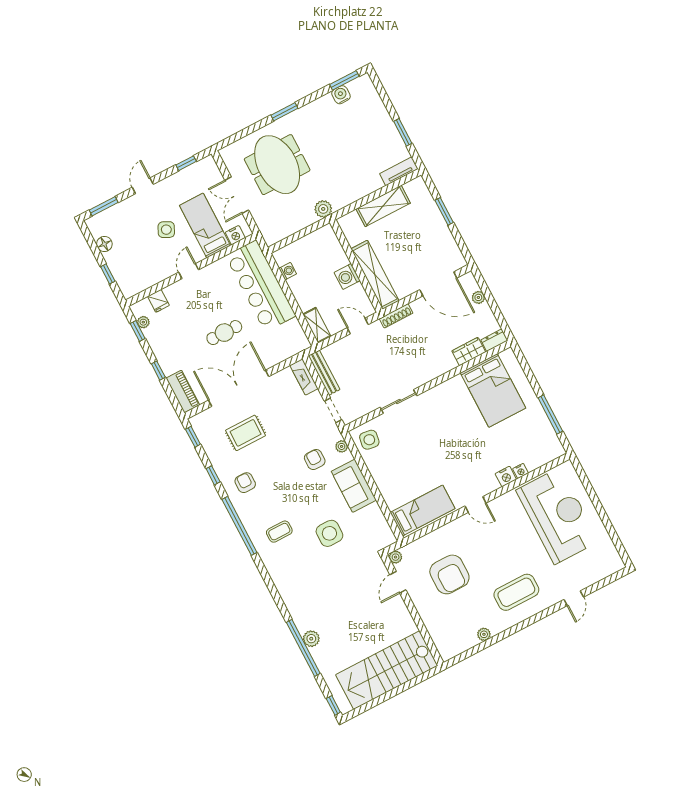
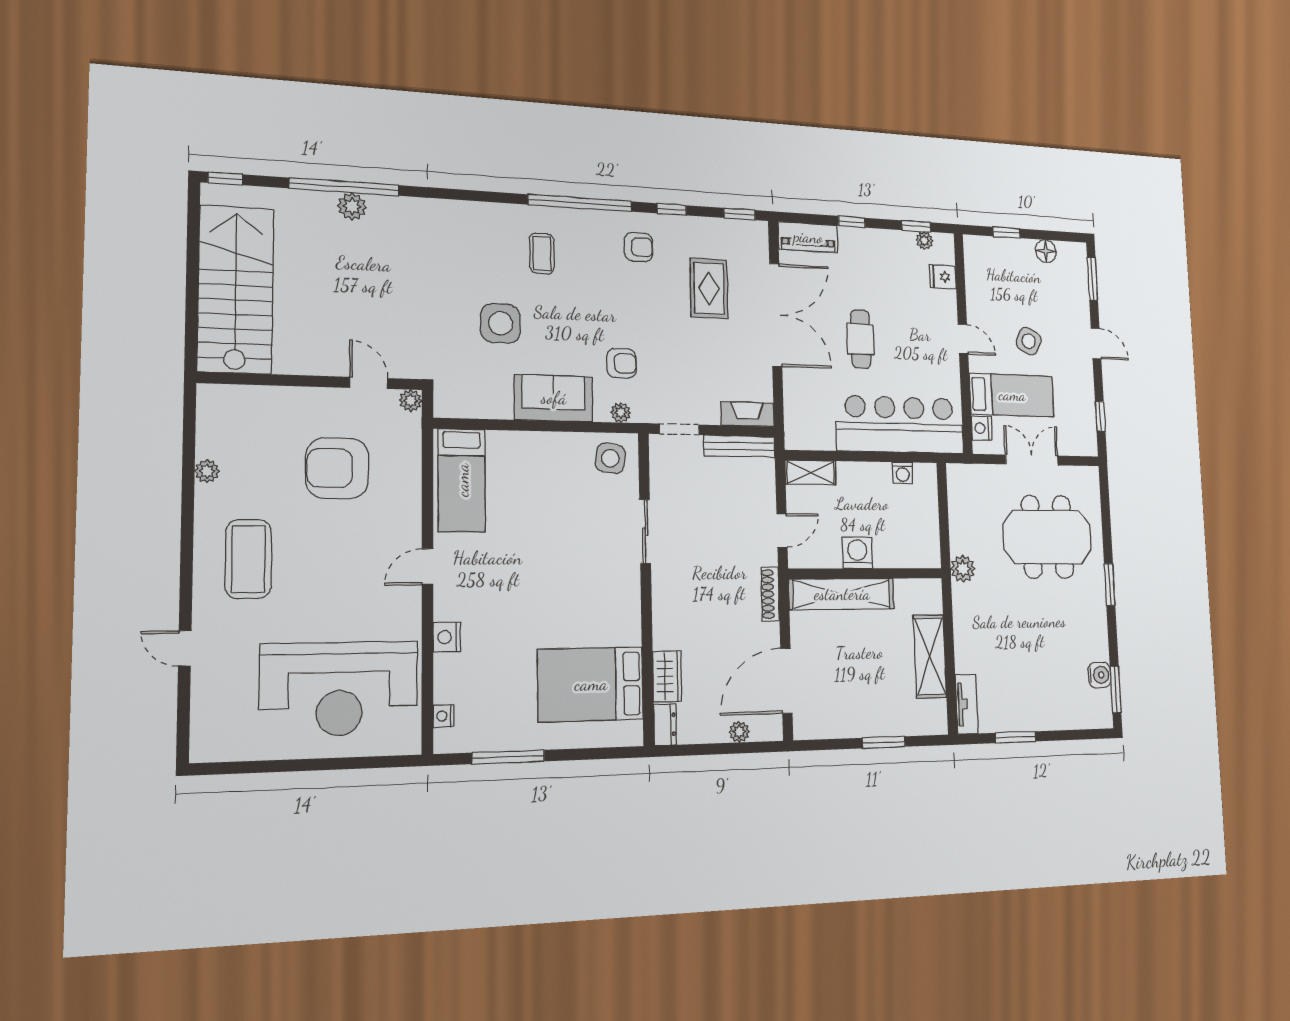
nightstand: (521, 471) -> (444, 716), moved

